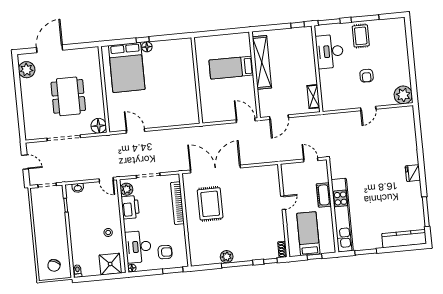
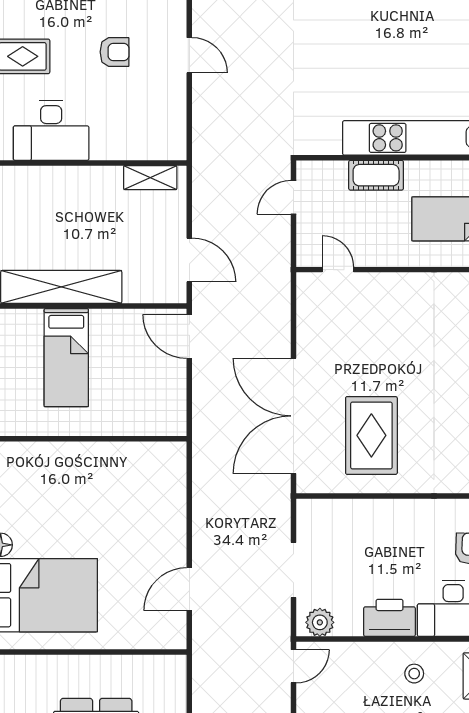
door: (246, 120) -> (189, 336), hinge flipped
floor lamp: (99, 126) -> (170, 672), removed
bookcase: (177, 203) -> (363, 510), removed
door: (283, 203) -> (338, 270), moved
rug: (210, 204) -> (371, 435), turned 90
printer: (130, 207) -> (389, 618), moved

